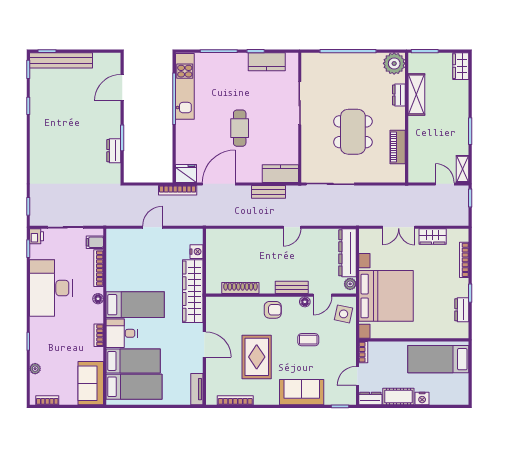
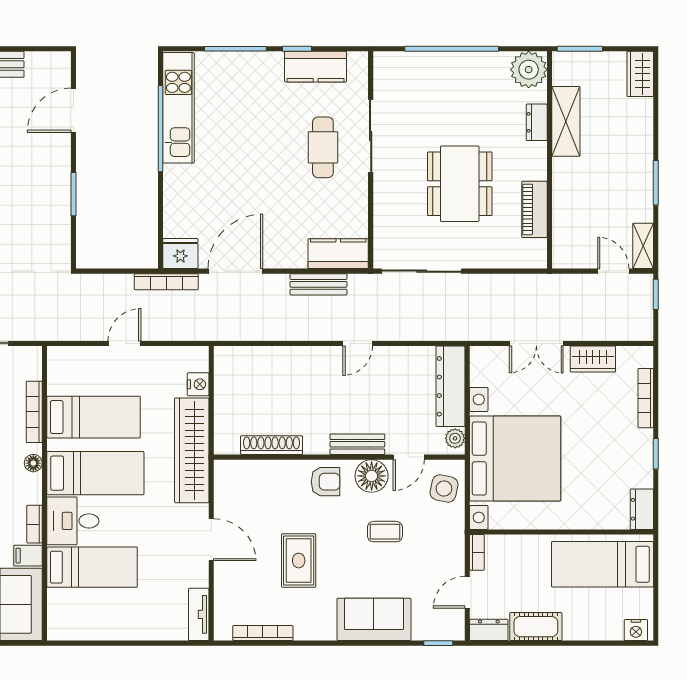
cafe table: (240, 128) -> (323, 147), moved
dresser: (114, 151) -> (60, 215), removed
filing cabinet: (95, 242) -> (28, 556), moved
floor lamp: (305, 302) -> (372, 476), width x1.89, depth x1.89
dresser: (462, 310) -> (642, 509), moved
rug: (257, 357) -> (299, 561), width x0.73, depth x0.70
bed: (134, 387) -> (94, 417), moved
nightstand: (422, 399) -> (636, 630), moved

